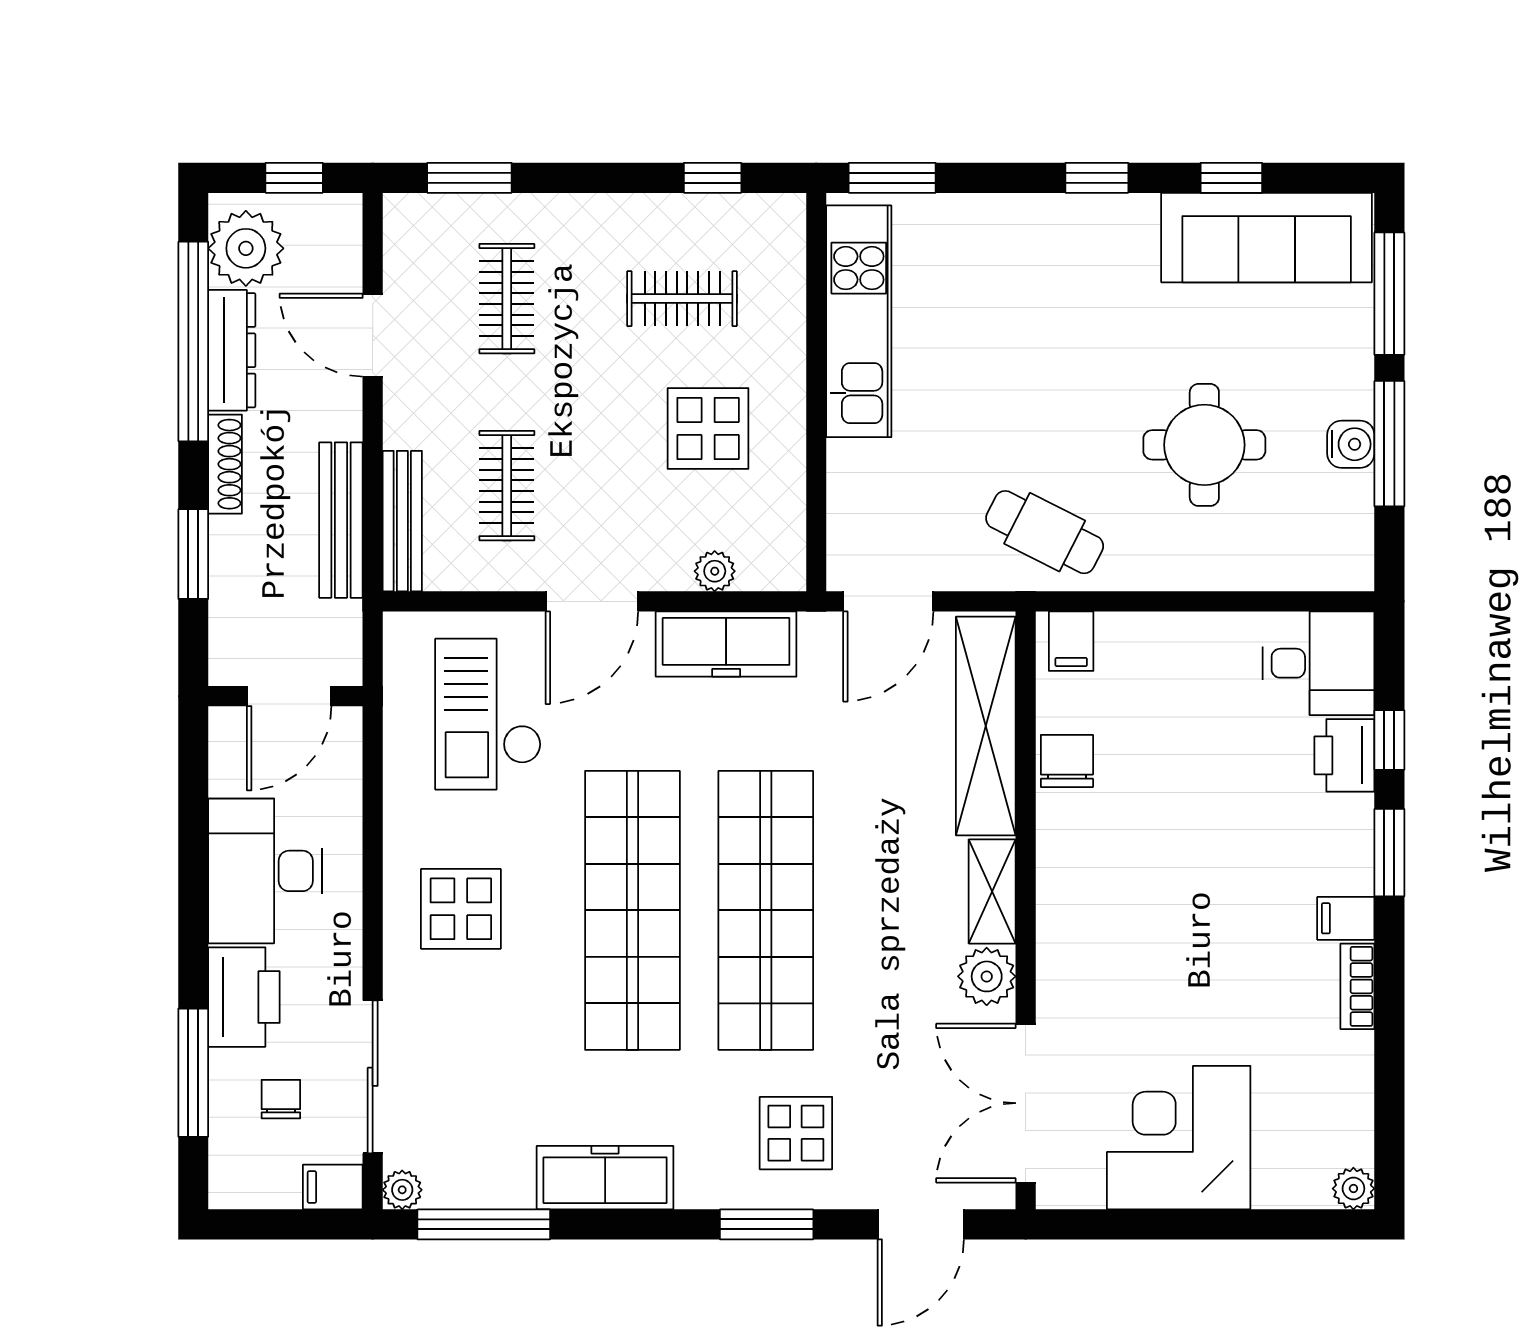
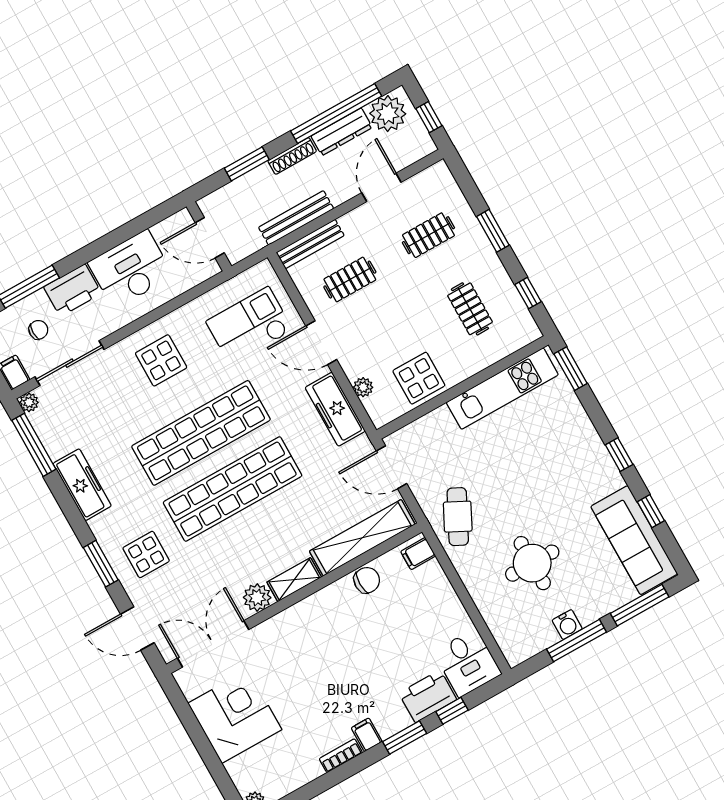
window: (469, 178) -> (493, 231), moved
display table: (708, 428) -> (419, 378), moved
printer: (1344, 755) -> (428, 696), width x1.37, depth x1.19

